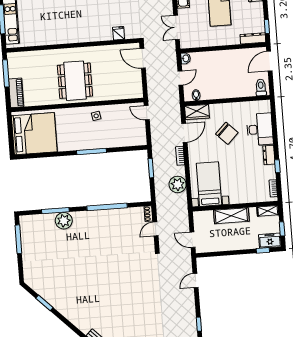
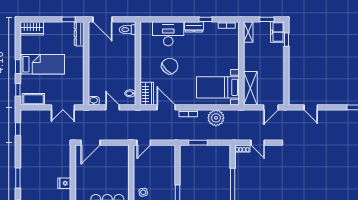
fridge: (119, 33) -> (64, 183), moved
shelving: (231, 216) -> (250, 88), moved

